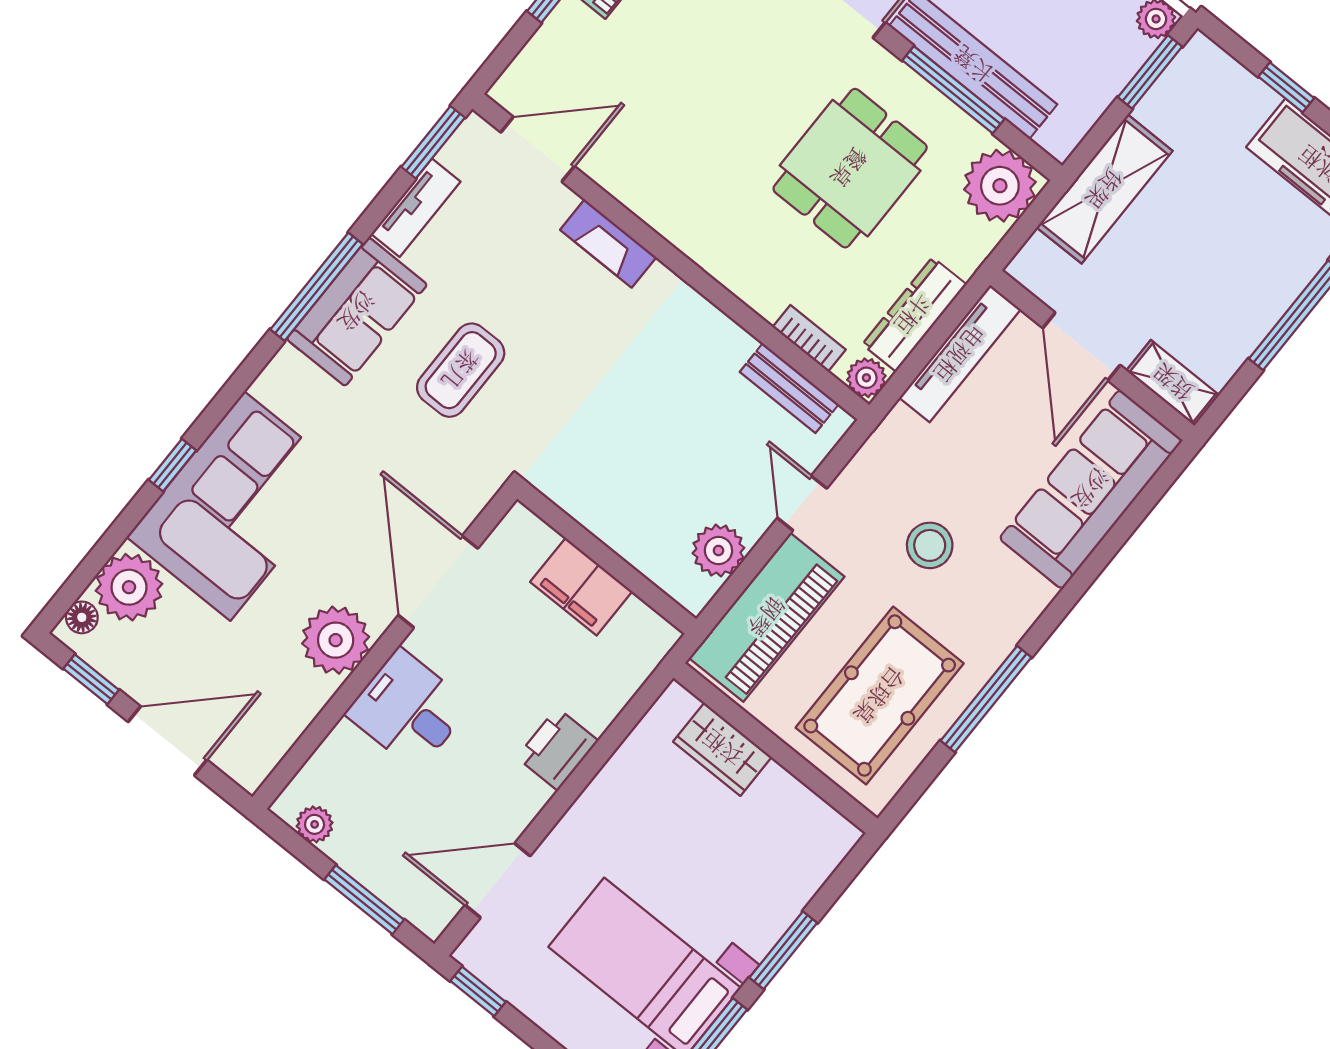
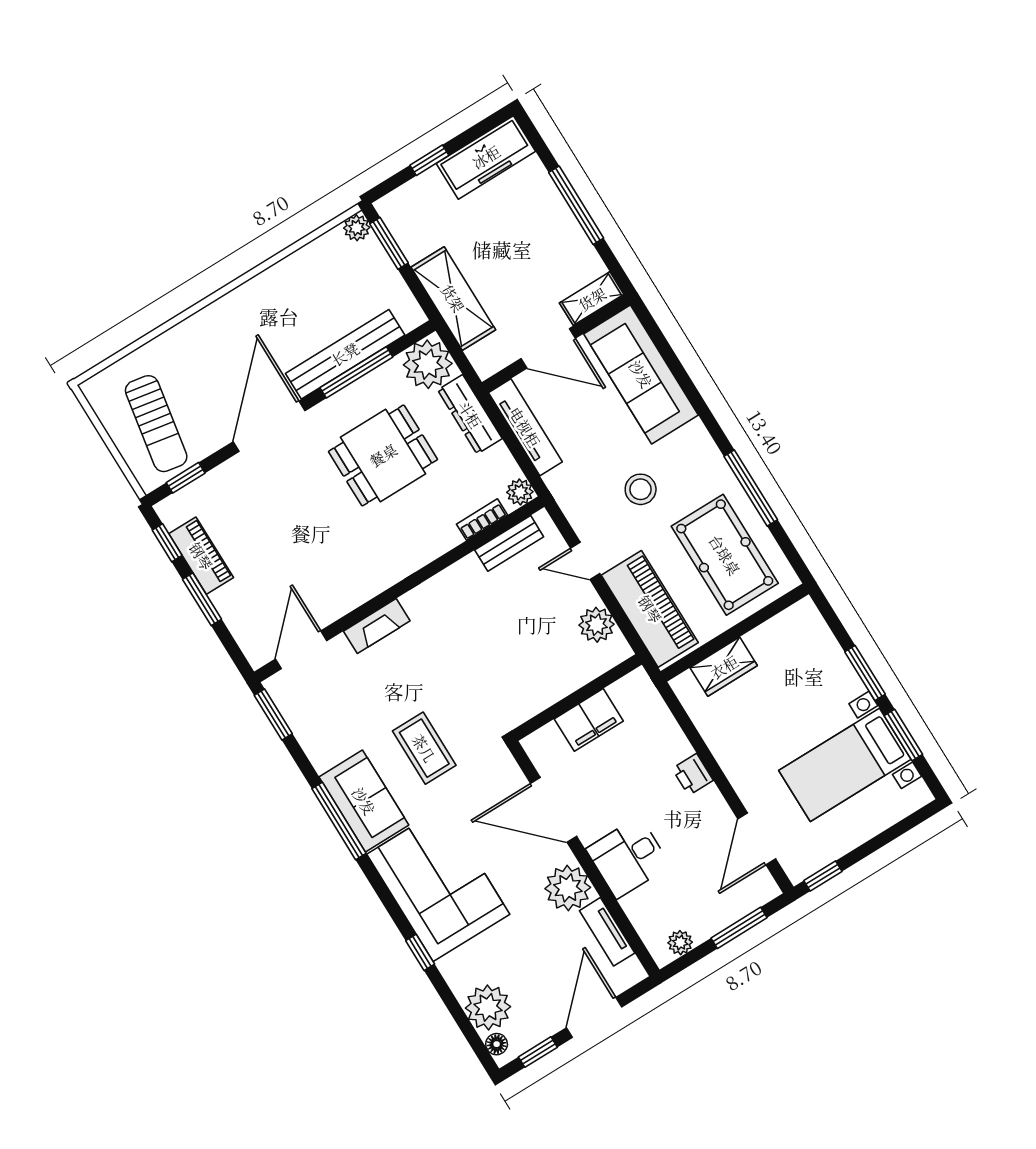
dining table: (850, 168) -> (383, 455), turned 90
tv unit: (416, 208) -> (607, 932), moved, turned 180
dresser: (914, 314) -> (470, 414), moved
corner sofa: (237, 506) -> (438, 884), moved
printer: (557, 749) -> (693, 775), width x0.73, depth x0.81

